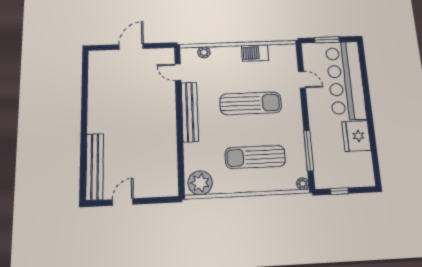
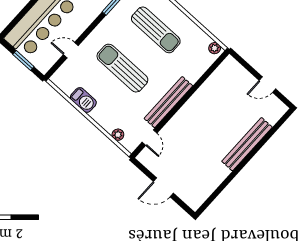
door: (302, 80) -> (71, 50), hinge flipped
bench: (95, 167) -> (247, 144), moved
plant: (200, 183) -> (215, 48), width x0.53, depth x0.53

